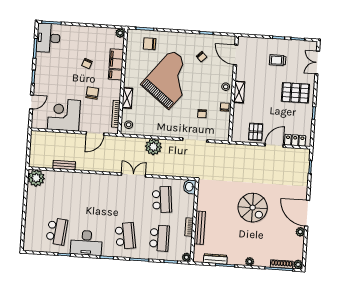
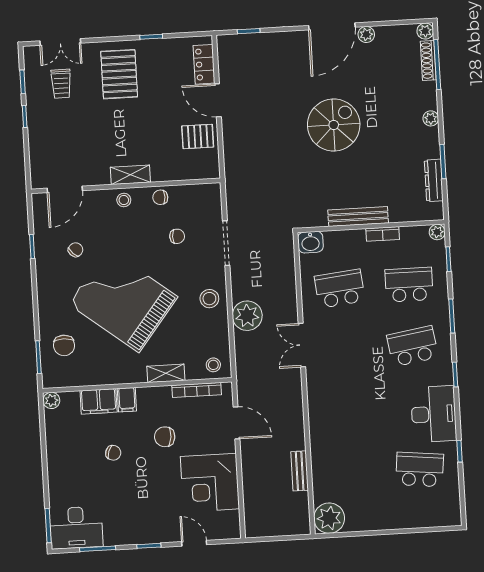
trolley: (278, 60) -> (61, 84), moved
stool: (165, 127) -> (209, 299), added
bench: (200, 228) -> (358, 217), moved

